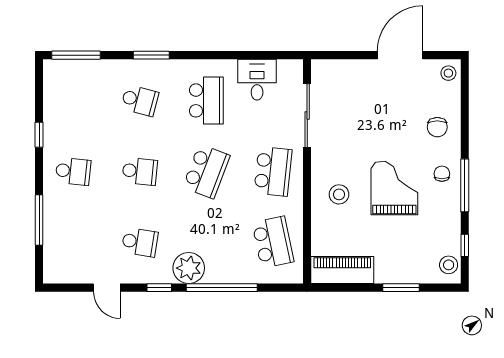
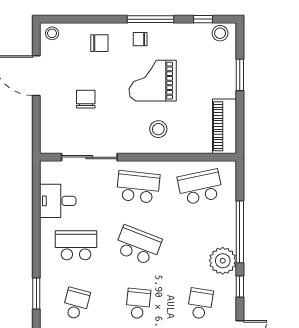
chair: (373, 112) -> (86, 99), added

